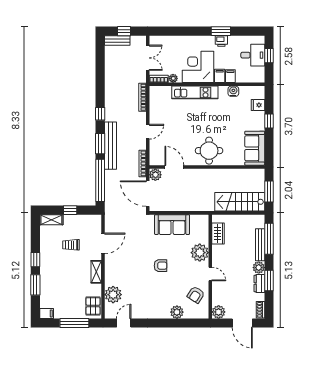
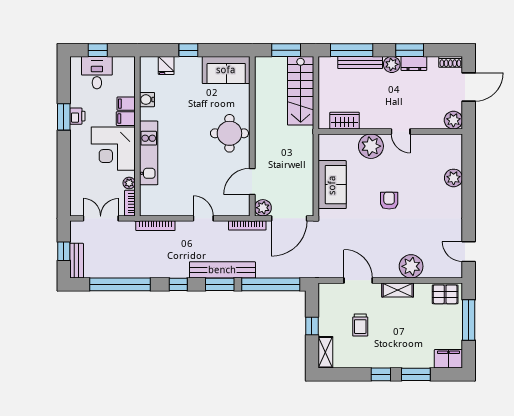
window: (100, 72) -> (120, 284), added
door: (210, 274) -> (401, 132), swing flipped
plant: (113, 295) -> (411, 266), moved
armchair: (196, 295) -> (430, 152), removed
filing cabinet: (47, 313) -> (448, 359), width x2.00

